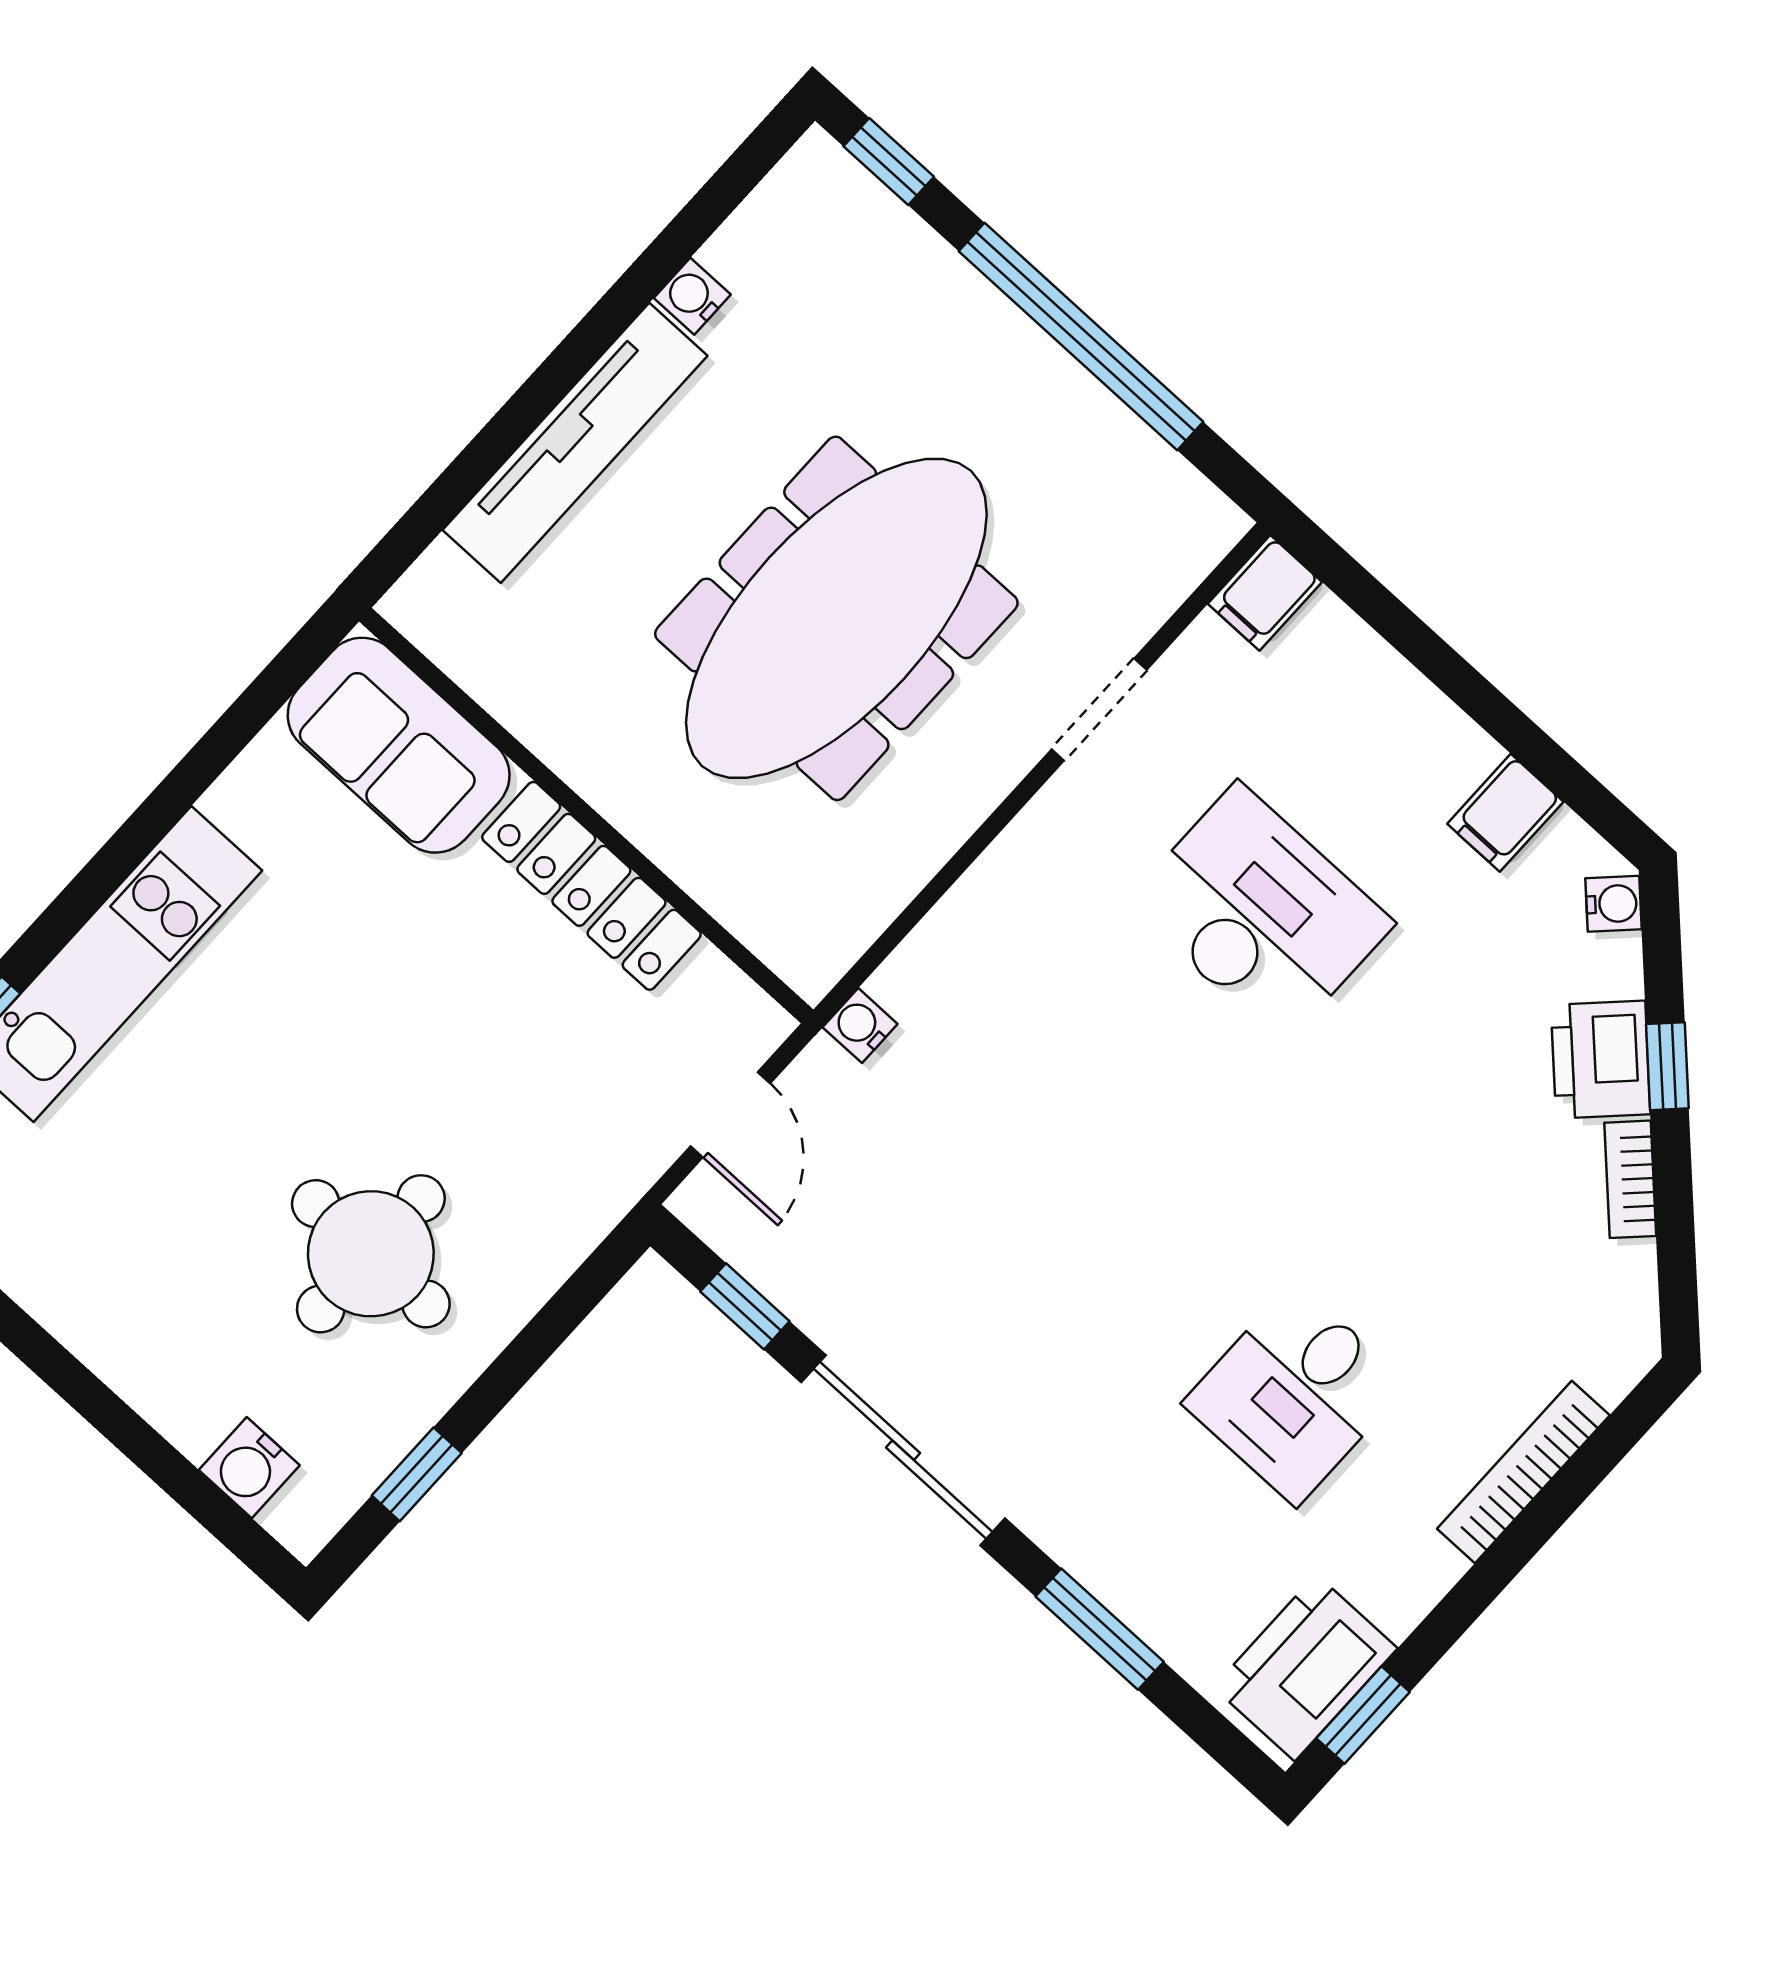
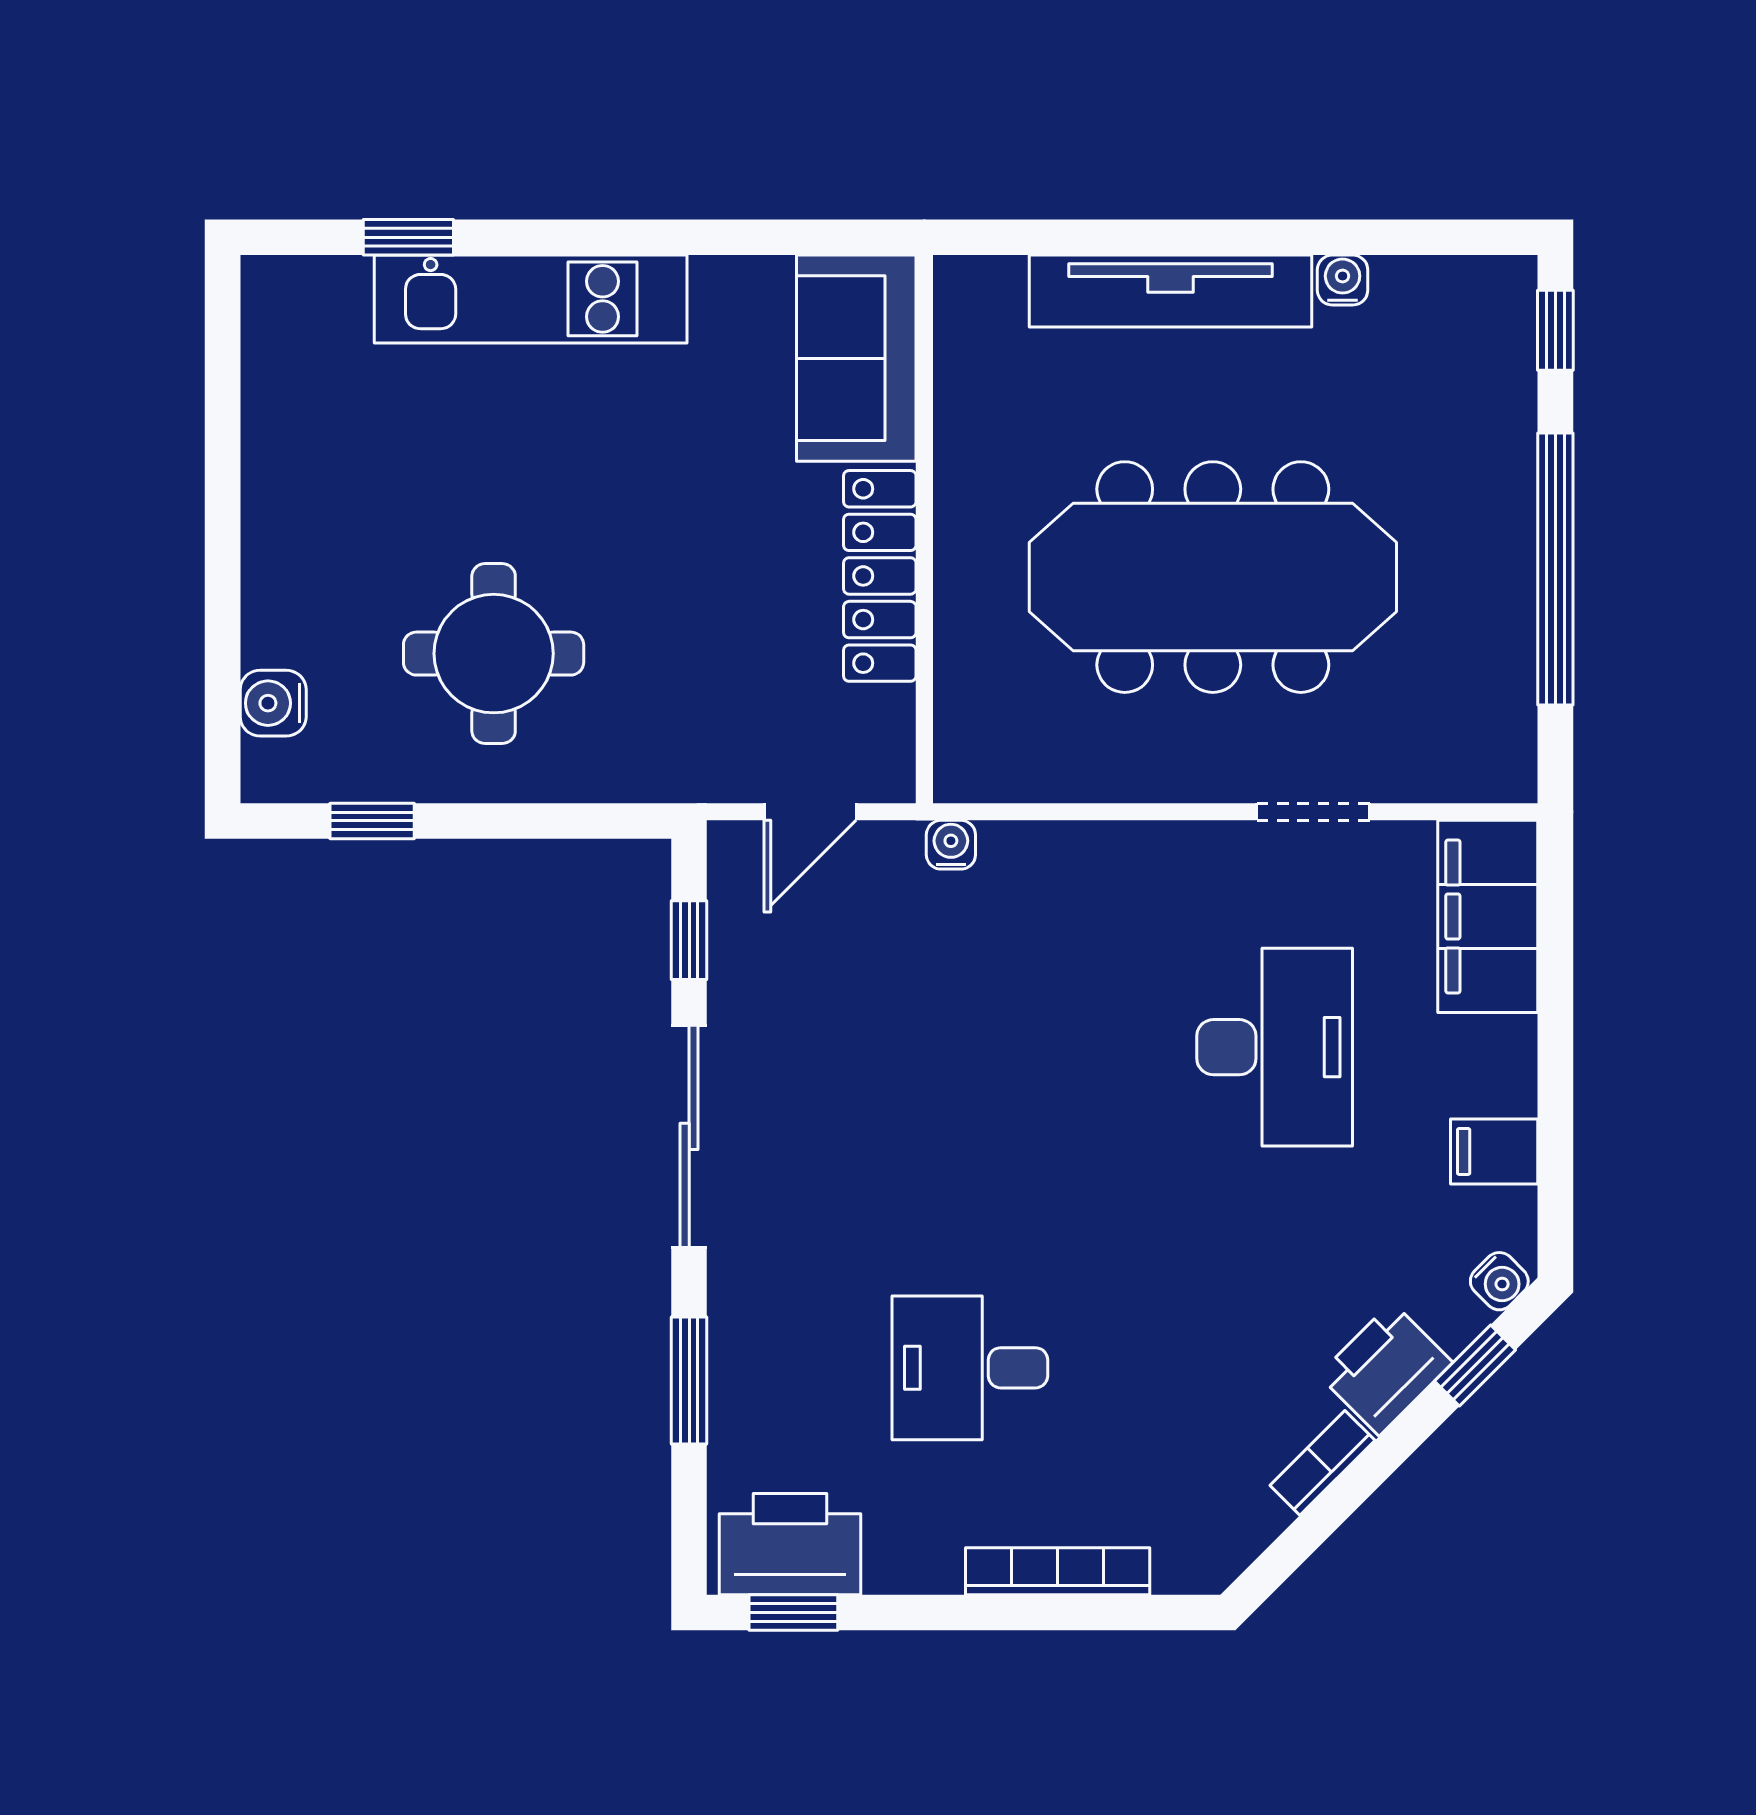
filing cabinet: (1265, 593) -> (1488, 916), width x3.00, depth x1.17
window: (1667, 1066) -> (1475, 1365), moved

